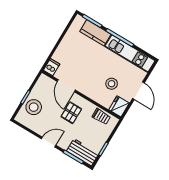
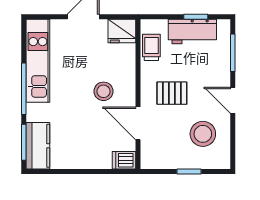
kitchen counter: (95, 33) -> (38, 146), moved
stool: (112, 84) -> (103, 91), moved
door: (66, 86) -> (138, 123), swing flipped
stool: (34, 107) -> (203, 134), moved
workbench: (83, 152) -> (192, 31), moved, turned -90

